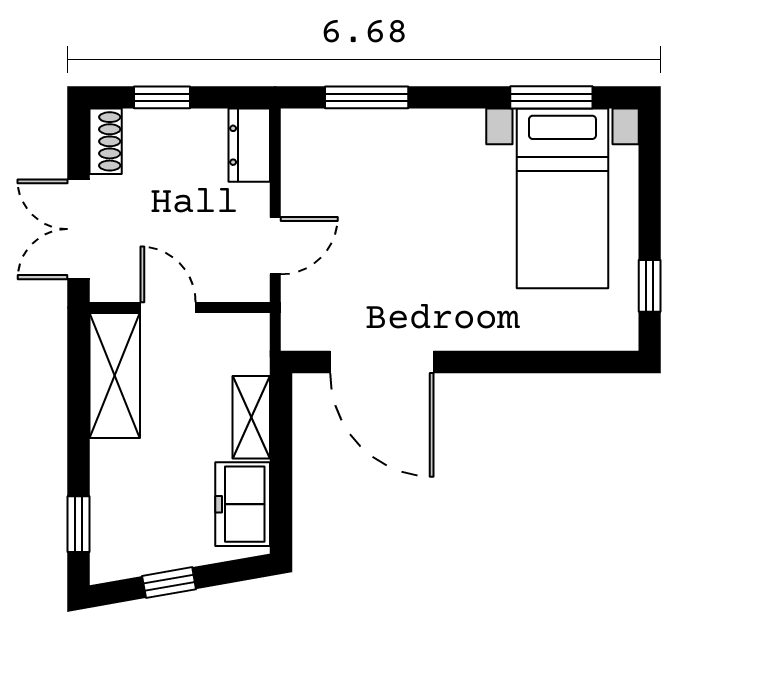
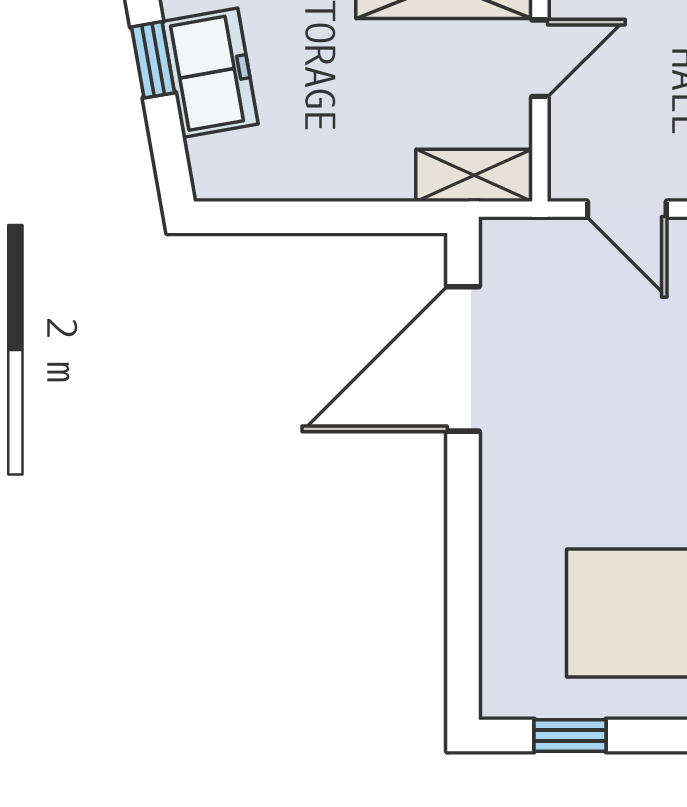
shelving: (251, 417) -> (474, 175), moved
freezer: (243, 504) -> (210, 73), moved, turned 80

